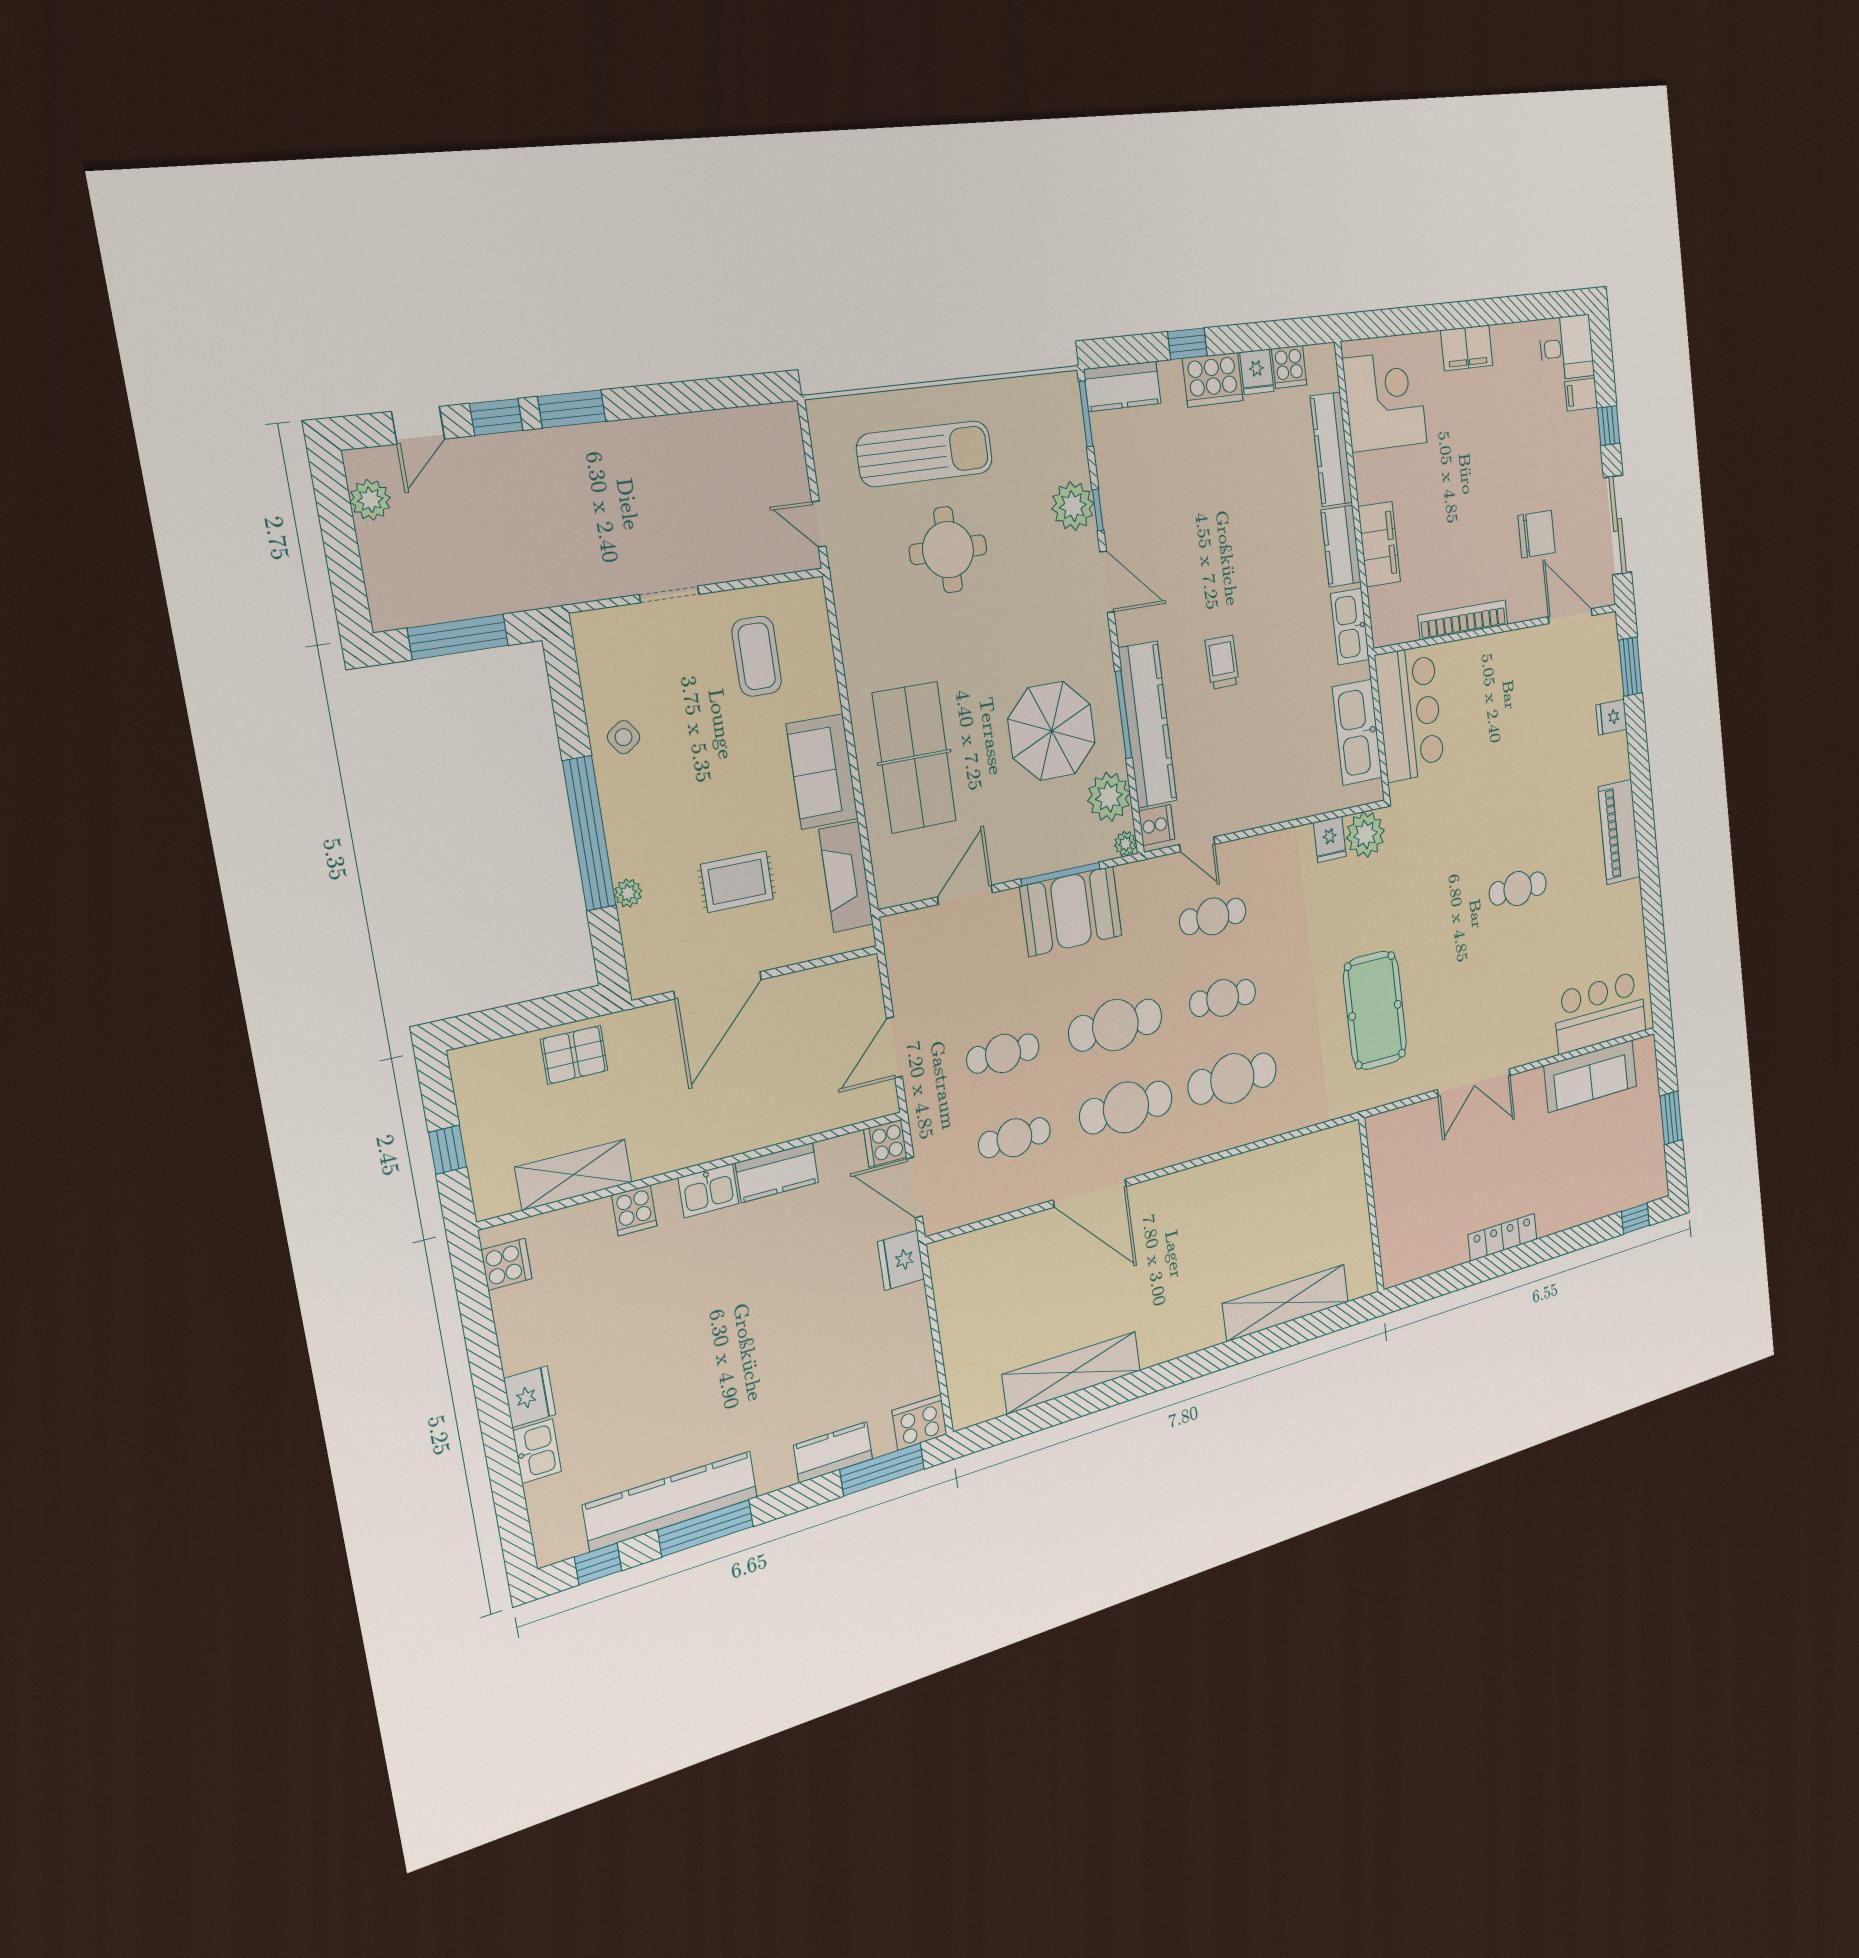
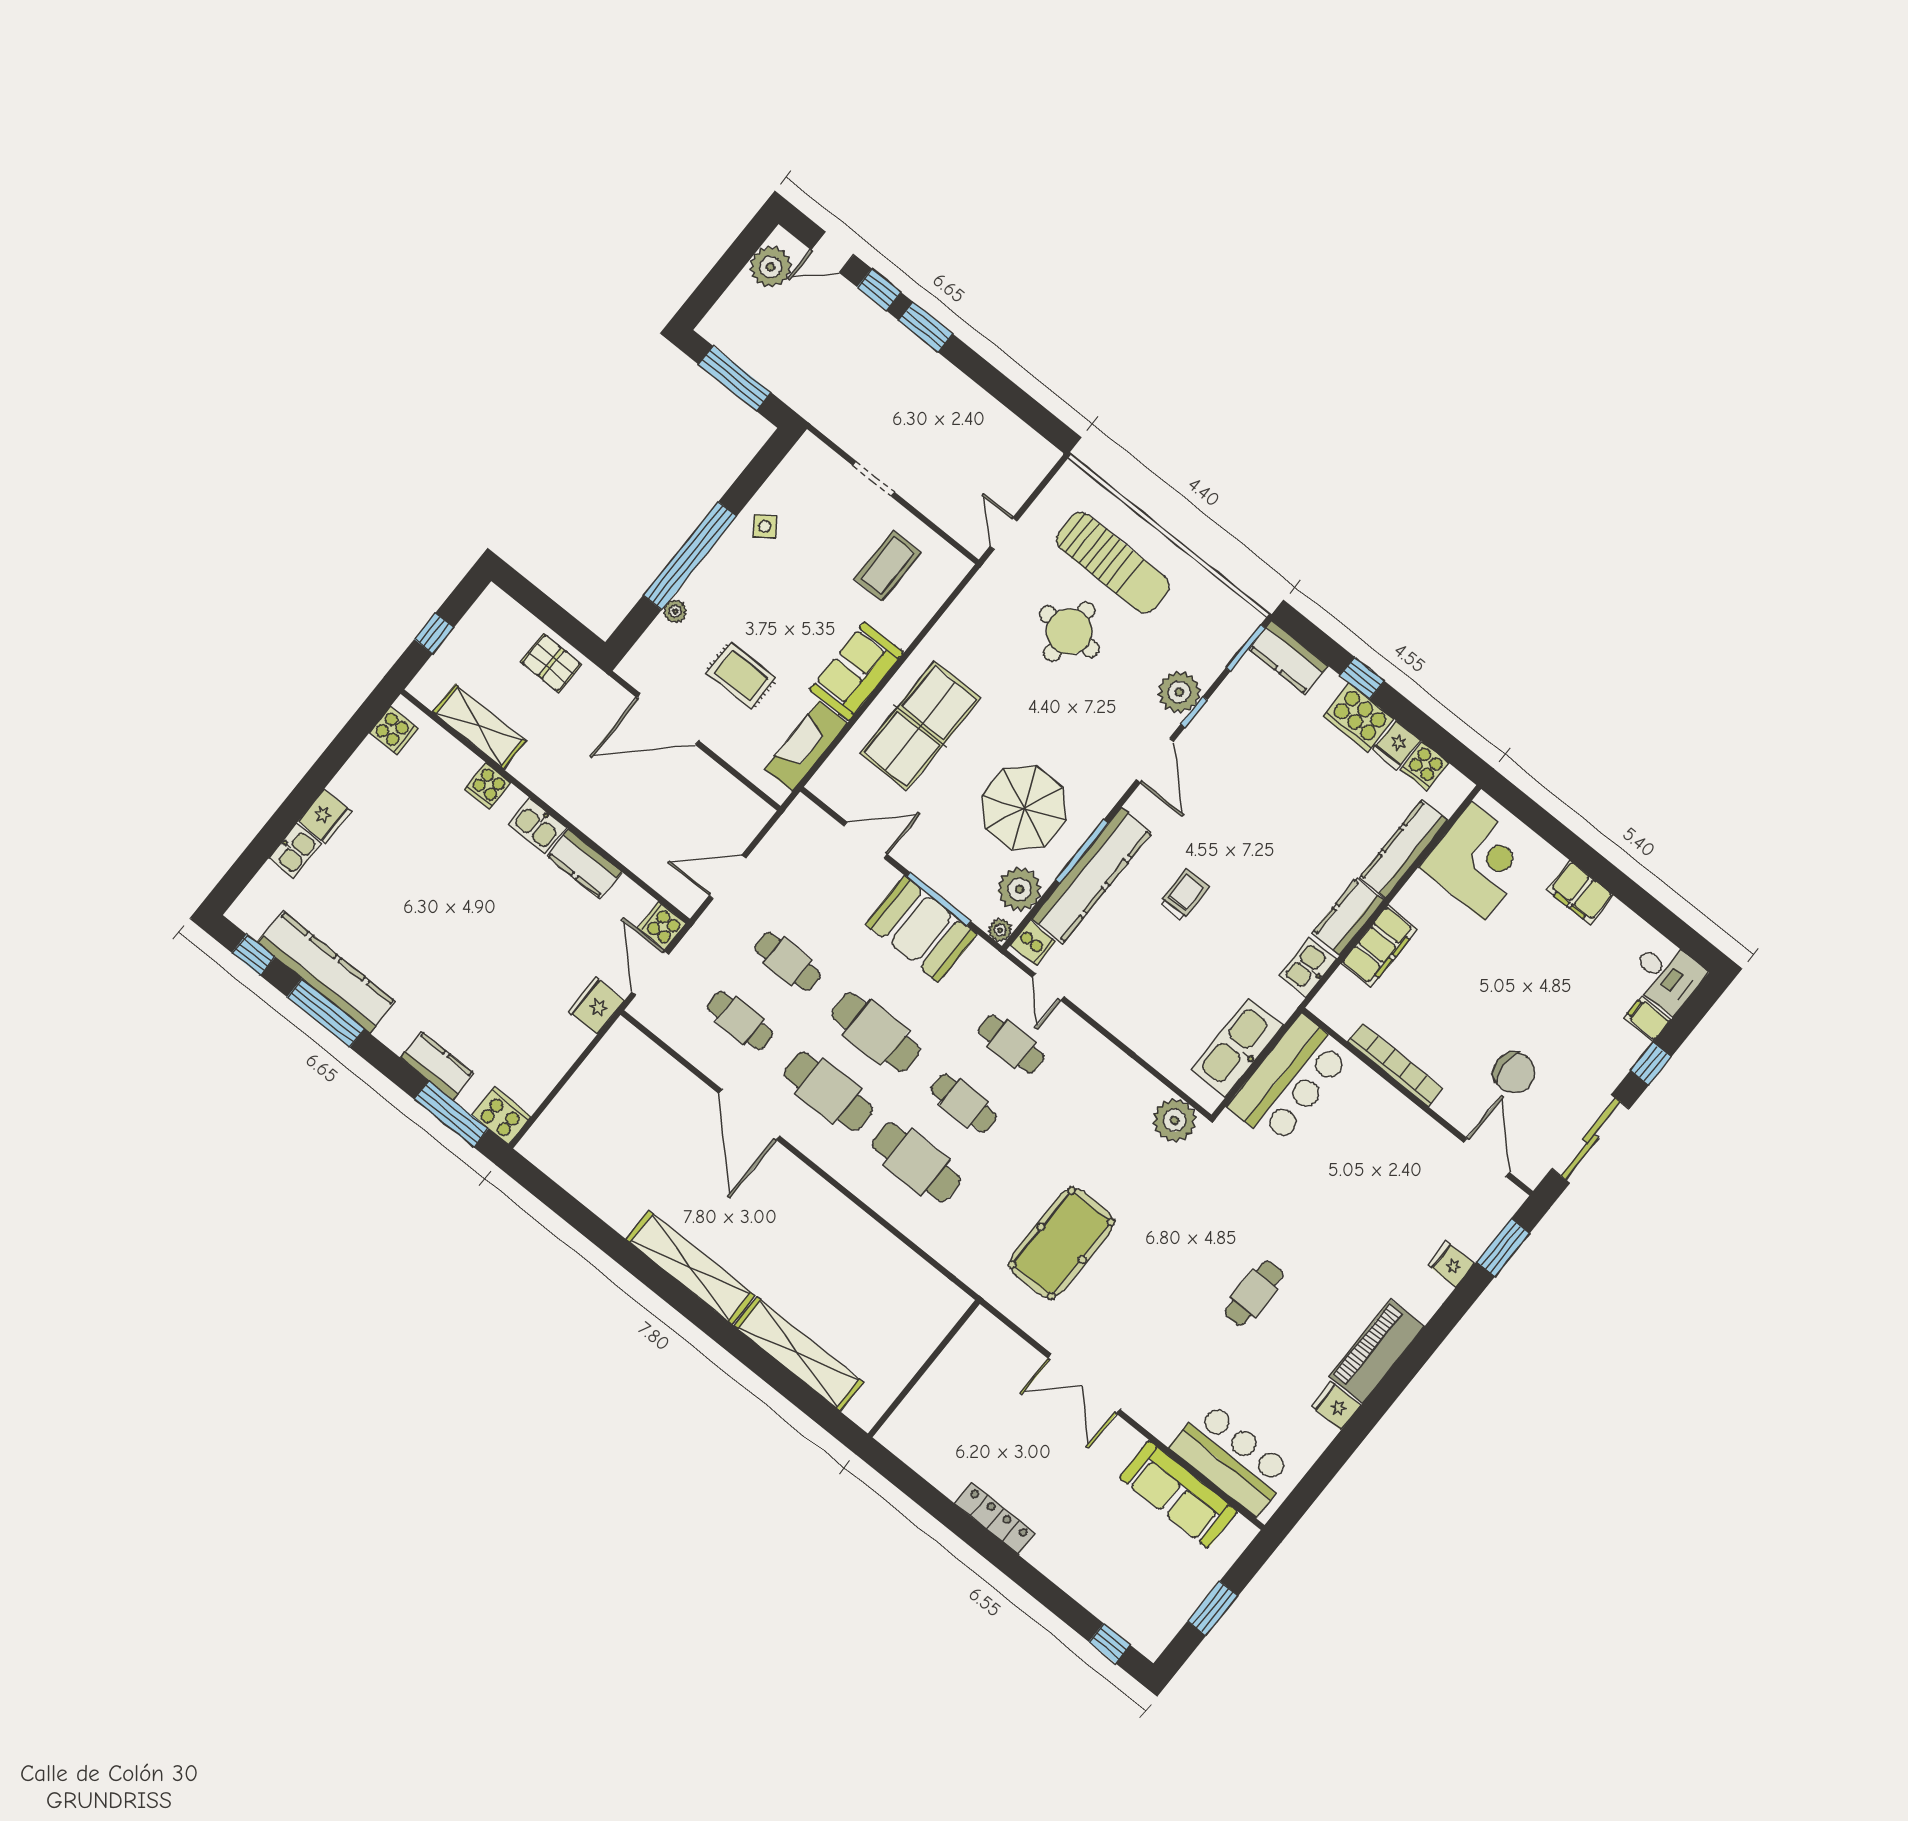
plant: (370, 500) -> (770, 267), width x1.36, depth x1.36
kitchen sink: (1350, 627) -> (1308, 967), width x0.73
fridge: (1330, 839) -> (1336, 1406), moved, turned 90
cafe table: (1518, 889) -> (1254, 1293), turned 90
shelving: (1072, 1372) -> (690, 1267), moved

